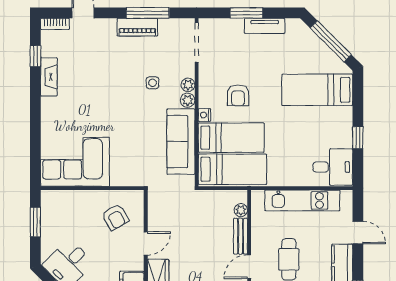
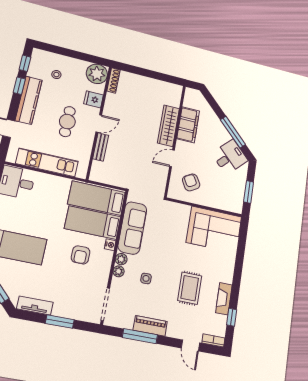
tv unit: (265, 26) -> (35, 306), moved
rug: (95, 82) -> (190, 288), added
armchair: (238, 95) -> (81, 255), turned 180
plant: (241, 210) -> (97, 166), removed

